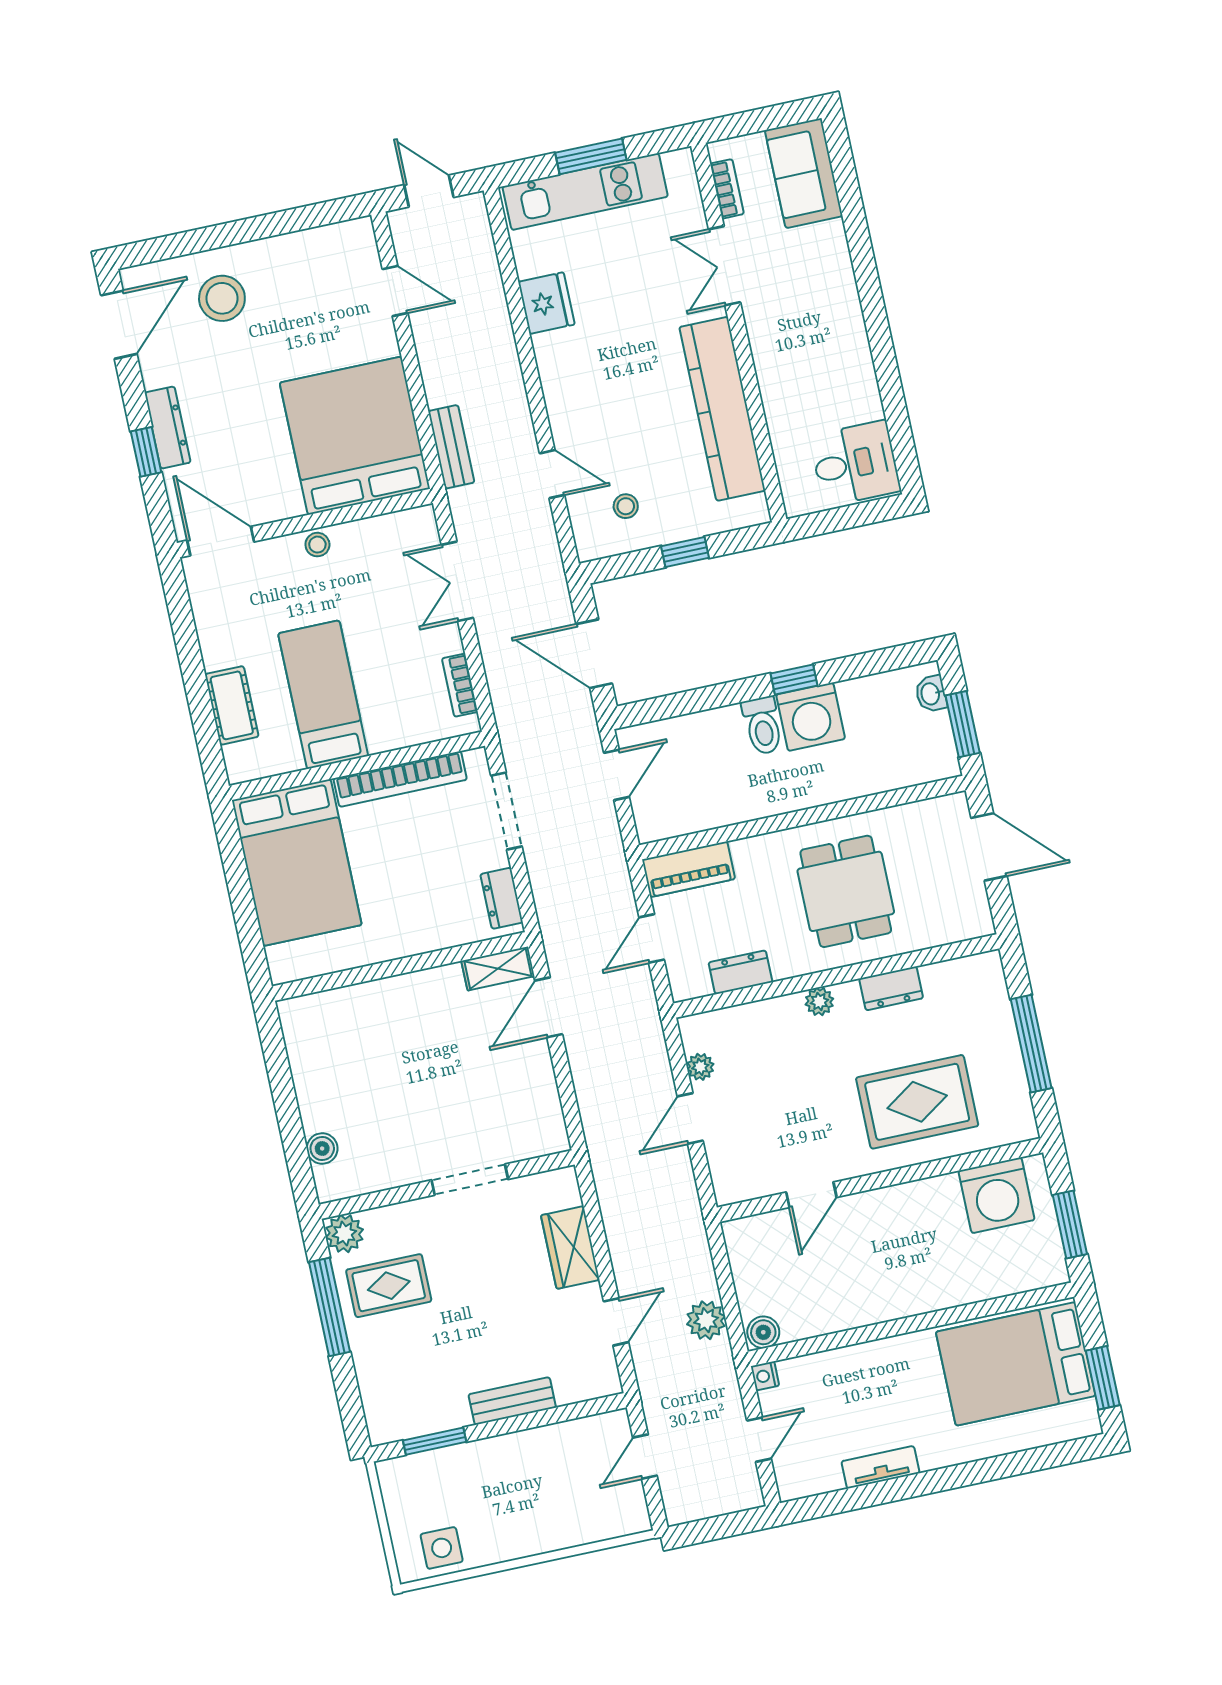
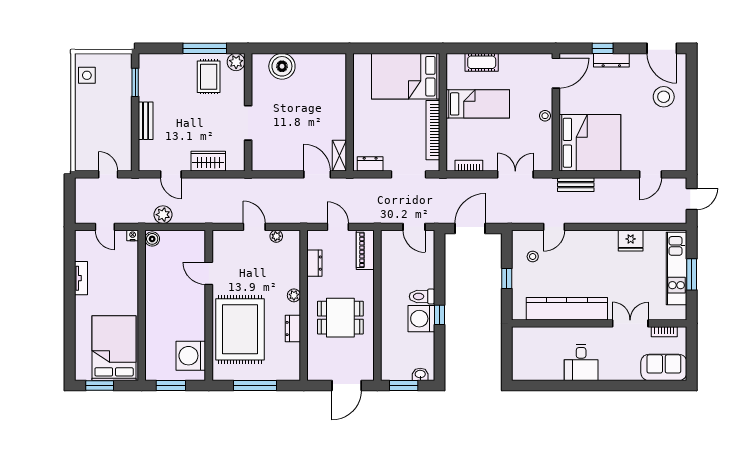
desk: (855, 463) -> (581, 363), moved
rug: (917, 1102) -> (240, 329), width x1.37, depth x1.44
boiler: (322, 1149) -> (282, 66), width x1.86, depth x1.86

